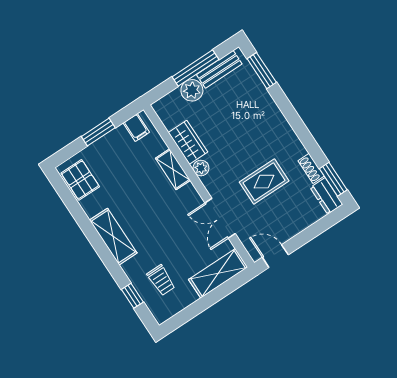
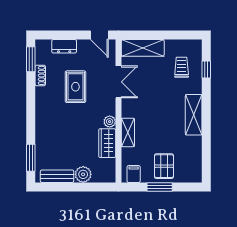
window: (195, 68) -> (72, 187), removed
pallet: (80, 180) -> (164, 166), moved
rug: (264, 182) -> (75, 87), turned 90
dresser: (326, 196) -> (64, 46), moved, turned 90

